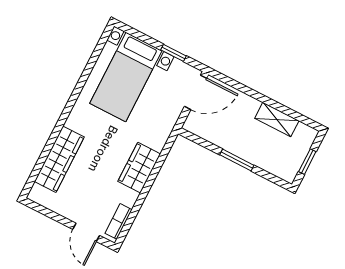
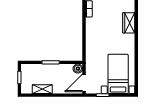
boiler: (194, 124) -> (78, 69), added
wardrobe: (59, 159) -> (129, 23), width x0.67
wardrobe: (139, 168) -> (92, 37), removed

